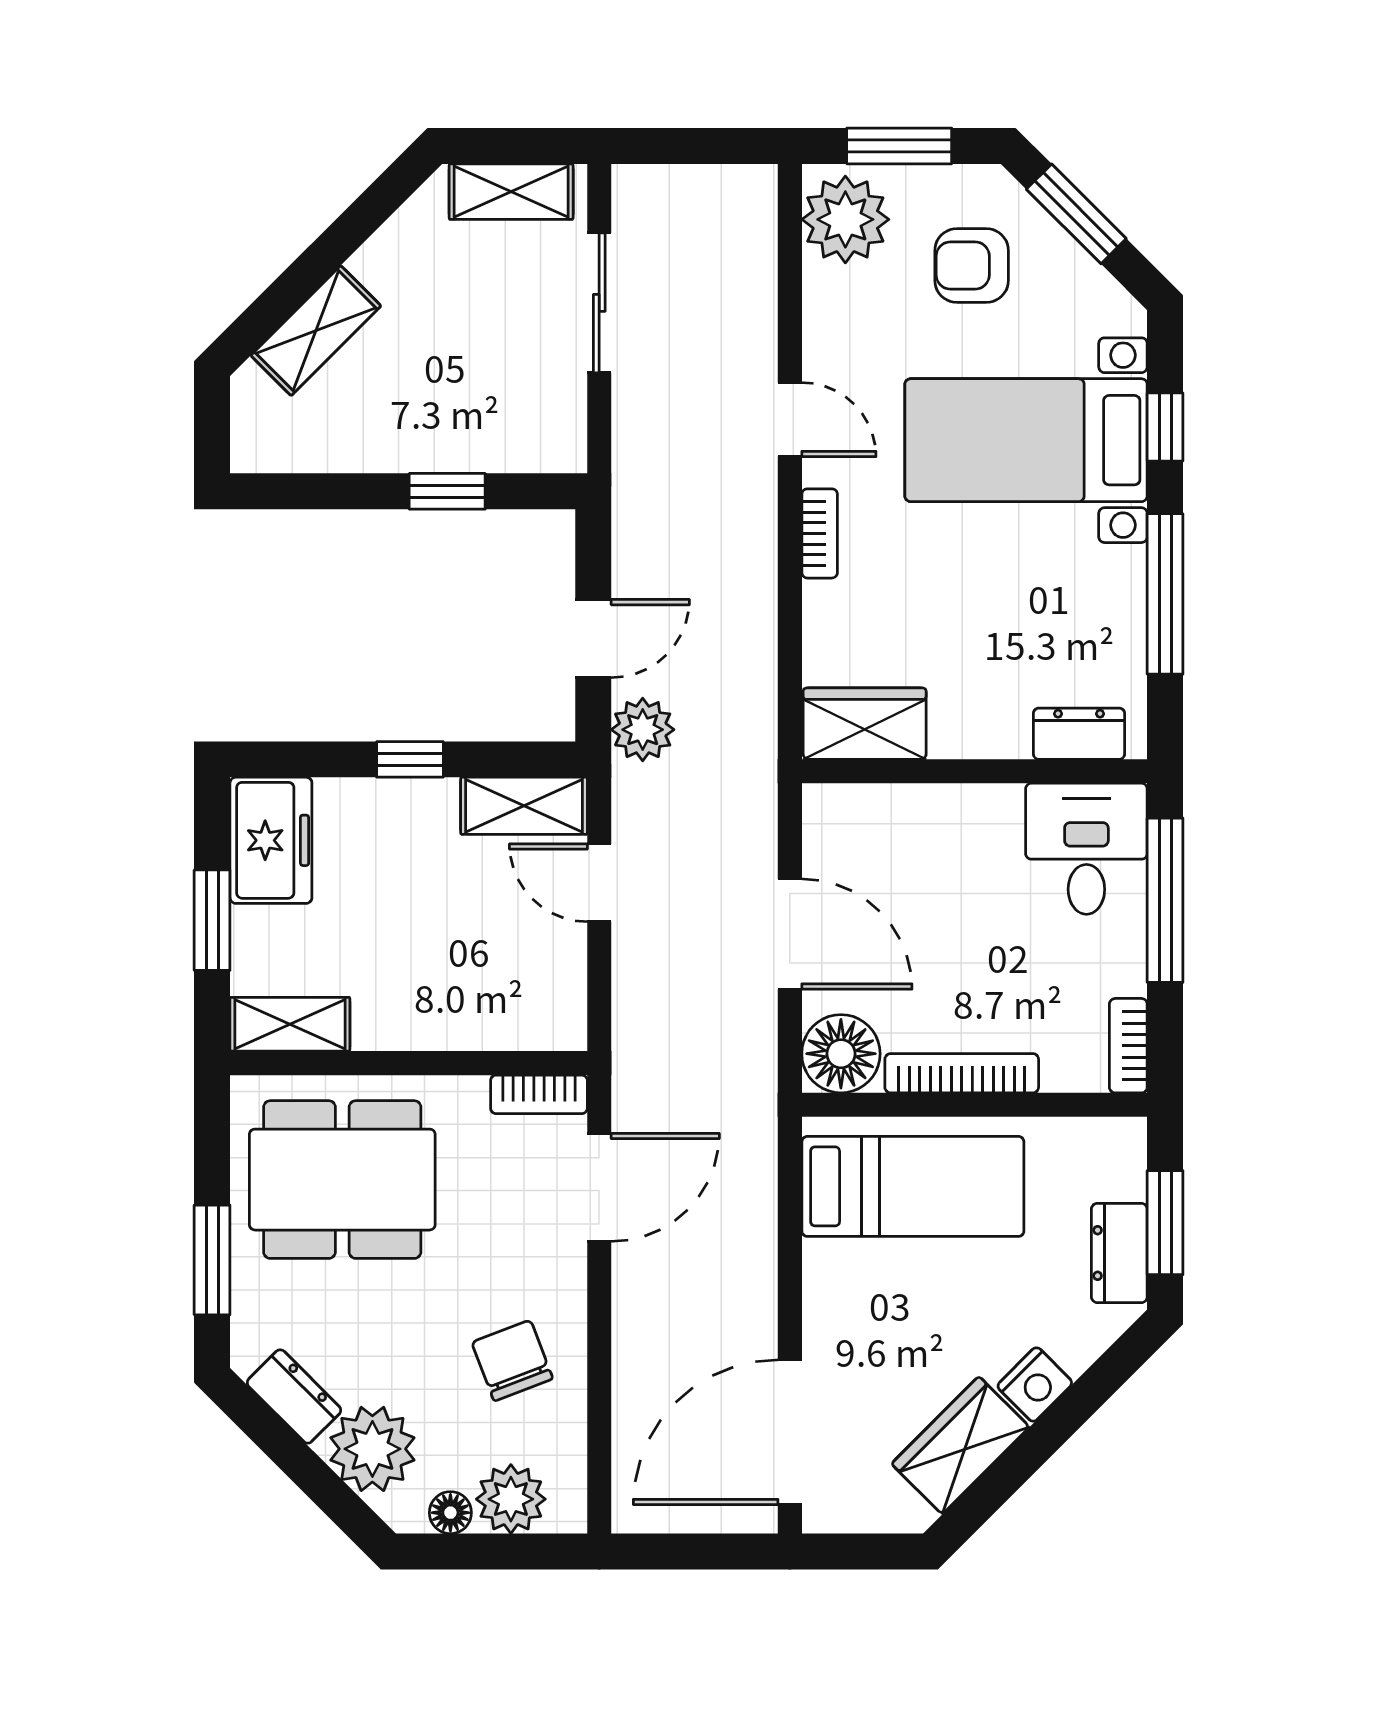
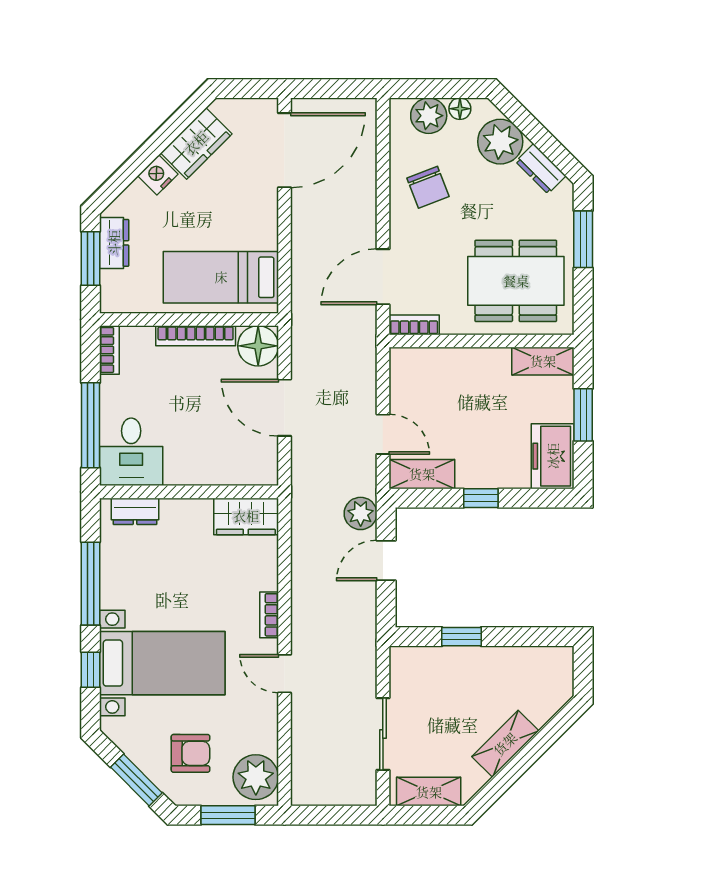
shelving: (316, 331) -> (505, 744), moved

